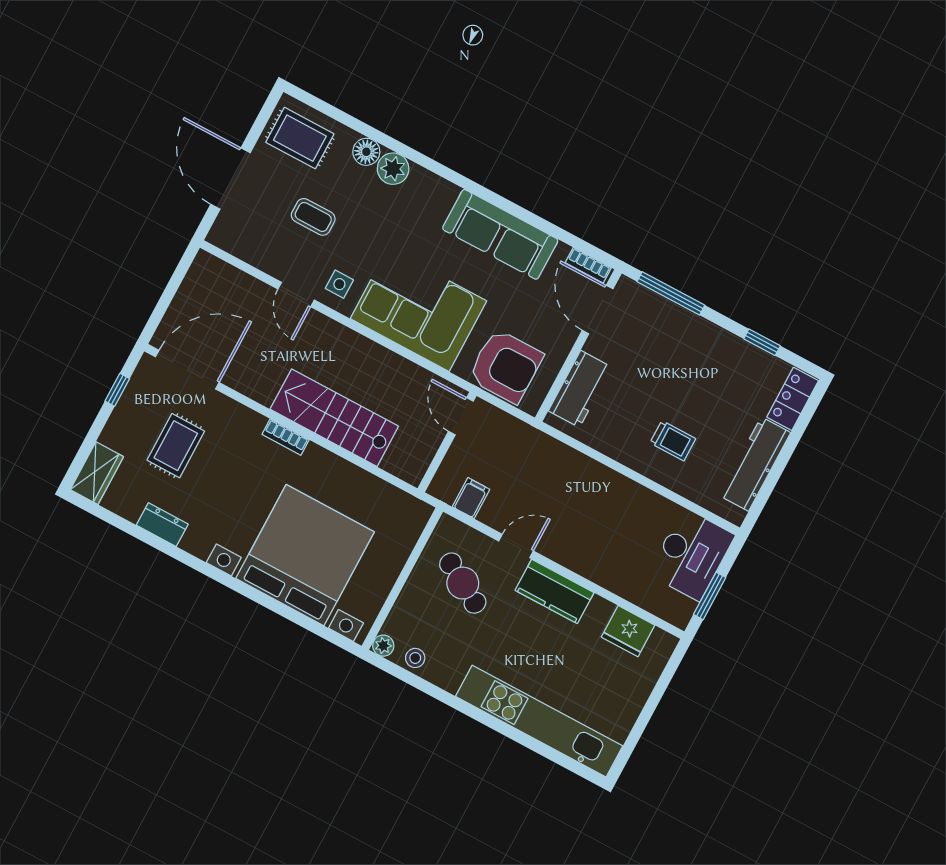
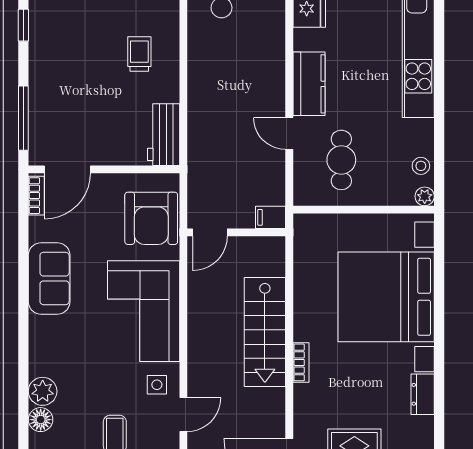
sofa: (500, 234) -> (49, 278), width x0.73
armchair: (506, 366) -> (151, 218), turned 180
workbench: (580, 389) -> (164, 135), moved, turned -90
filing cabinet: (471, 498) -> (271, 217), moved
dresser: (162, 525) -> (423, 394), moved
cafe table: (463, 583) -> (341, 160), turned -30

